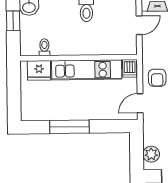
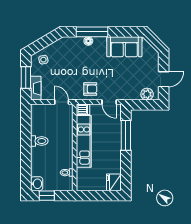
door: (139, 25) -> (62, 102), moved
fridge: (39, 70) -> (114, 182), moved, turned 180
window: (69, 127) -> (126, 135), moved

